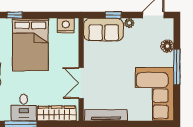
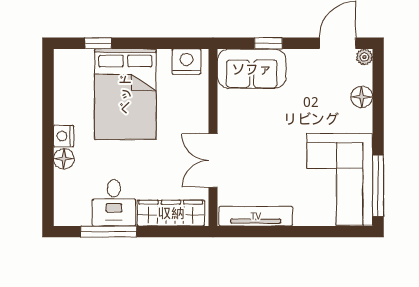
plant: (129, 23) -> (364, 57), moved
window: (177, 67) -> (378, 186), moved

